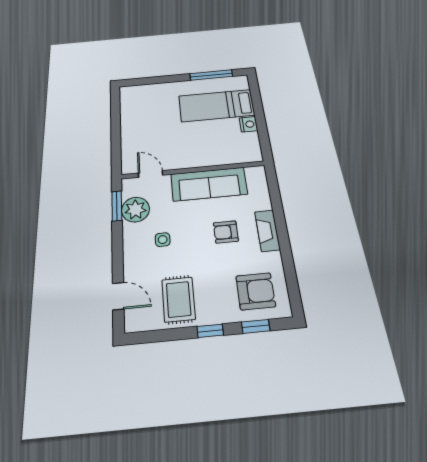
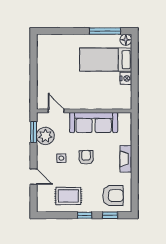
floor lamp: (241, 81) -> (126, 40), added
armchair: (226, 232) -> (86, 157), moved, turned 90
door: (118, 296) -> (34, 177), moved
rug: (178, 299) -> (68, 196), turned 90

